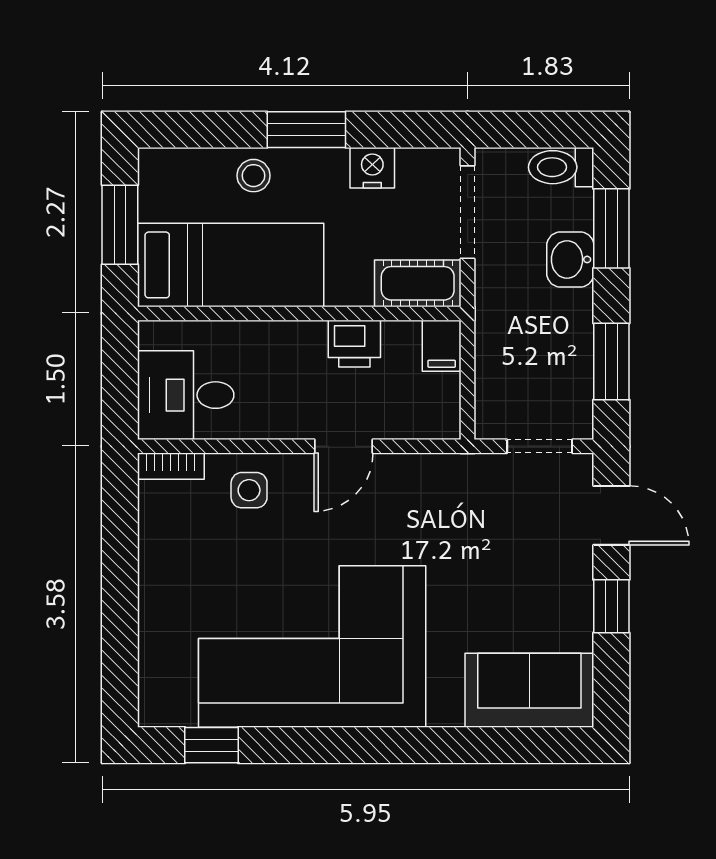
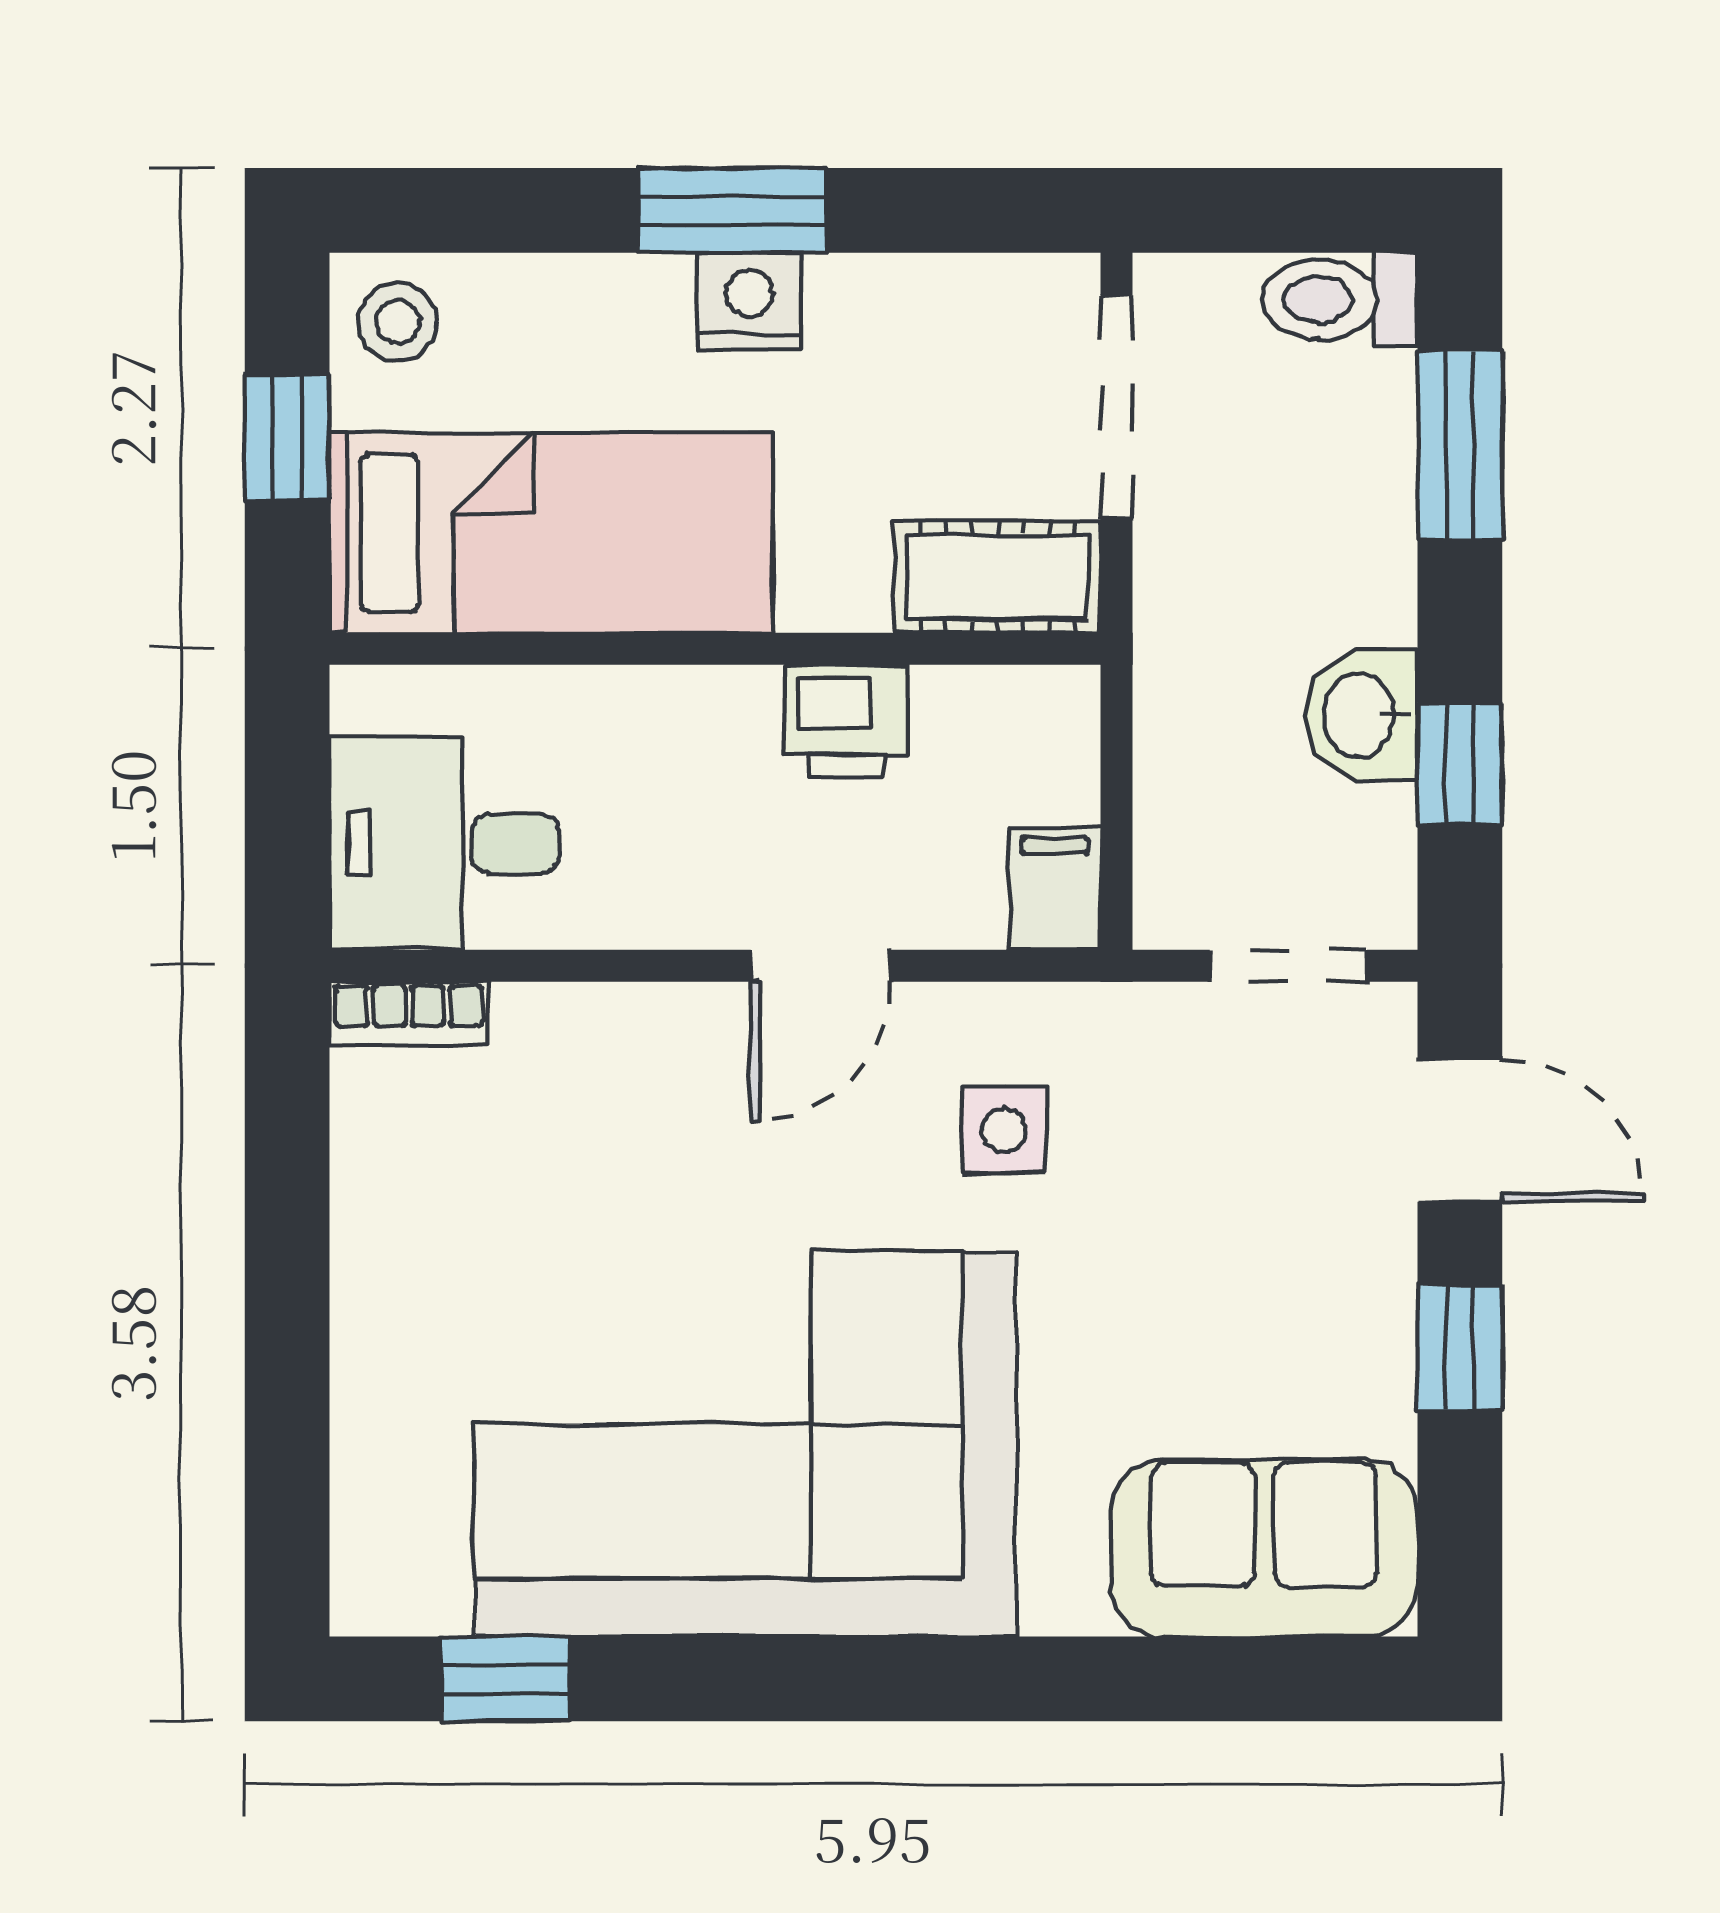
nightstand: (372, 168) -> (749, 301), moved
stool: (253, 176) -> (398, 322), moved
window: (120, 225) -> (287, 437), width x0.67
washbasin: (570, 259) -> (1362, 715), moved
filing cabinet: (442, 346) -> (1055, 889), moved, turned 180
window: (611, 362) -> (1460, 764), width x0.67
side table: (249, 490) -> (1004, 1130), moved

